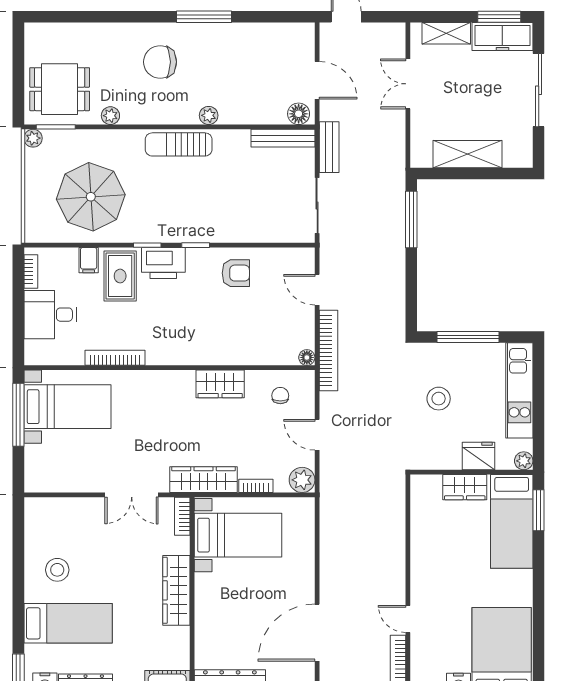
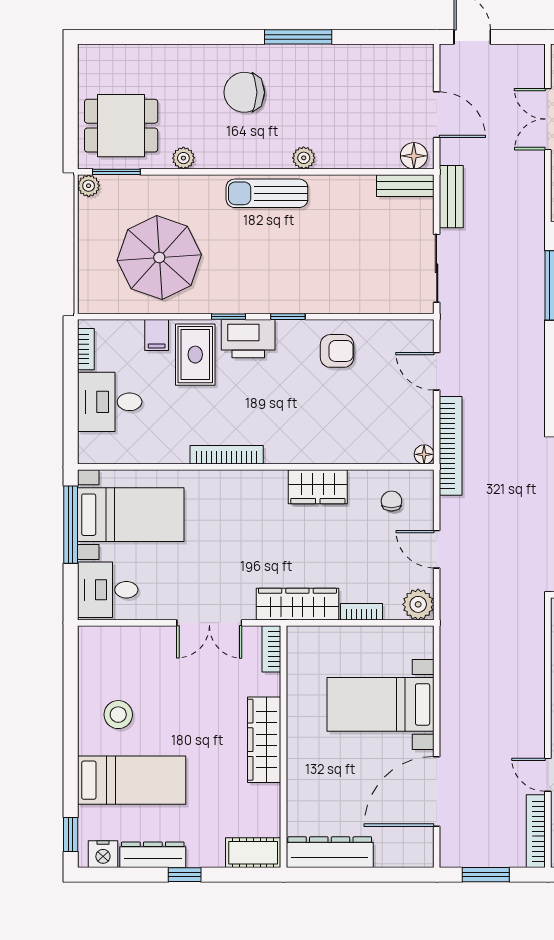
bench: (283, 138) -> (405, 186), width x0.73
bookcase: (115, 358) -> (227, 455), moved
desk: (49, 468) -> (108, 590), added
bed with nightstands: (238, 535) -> (380, 704), moved, turned 180

